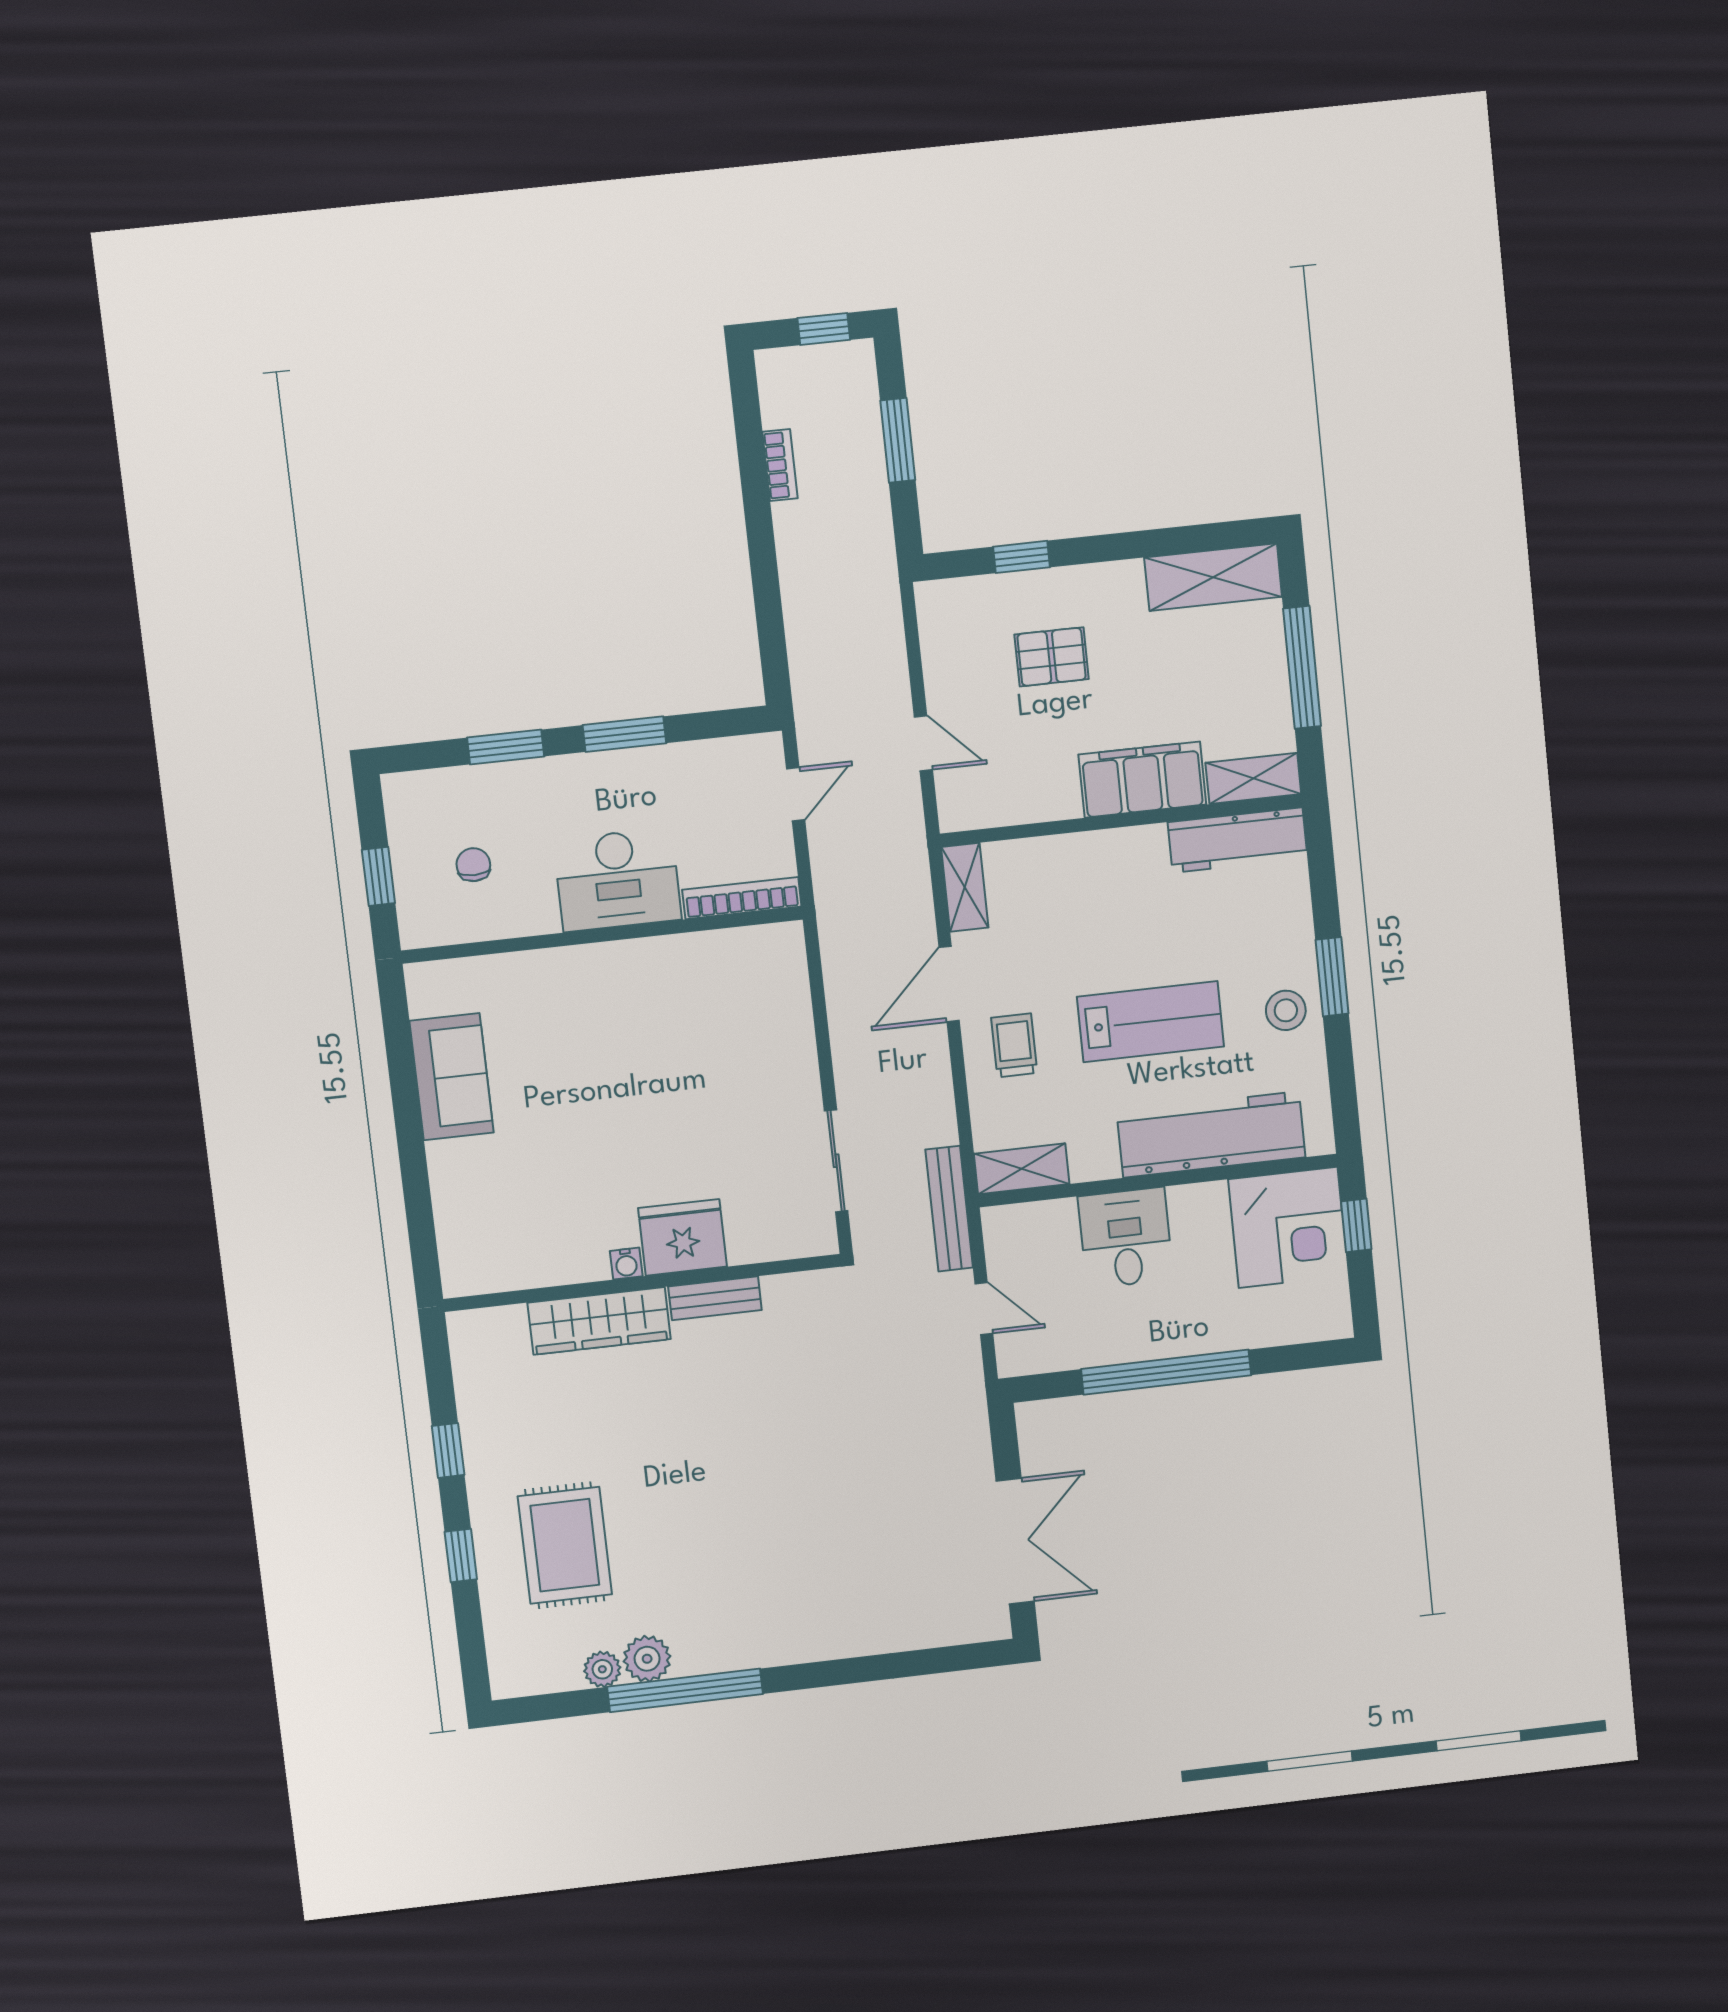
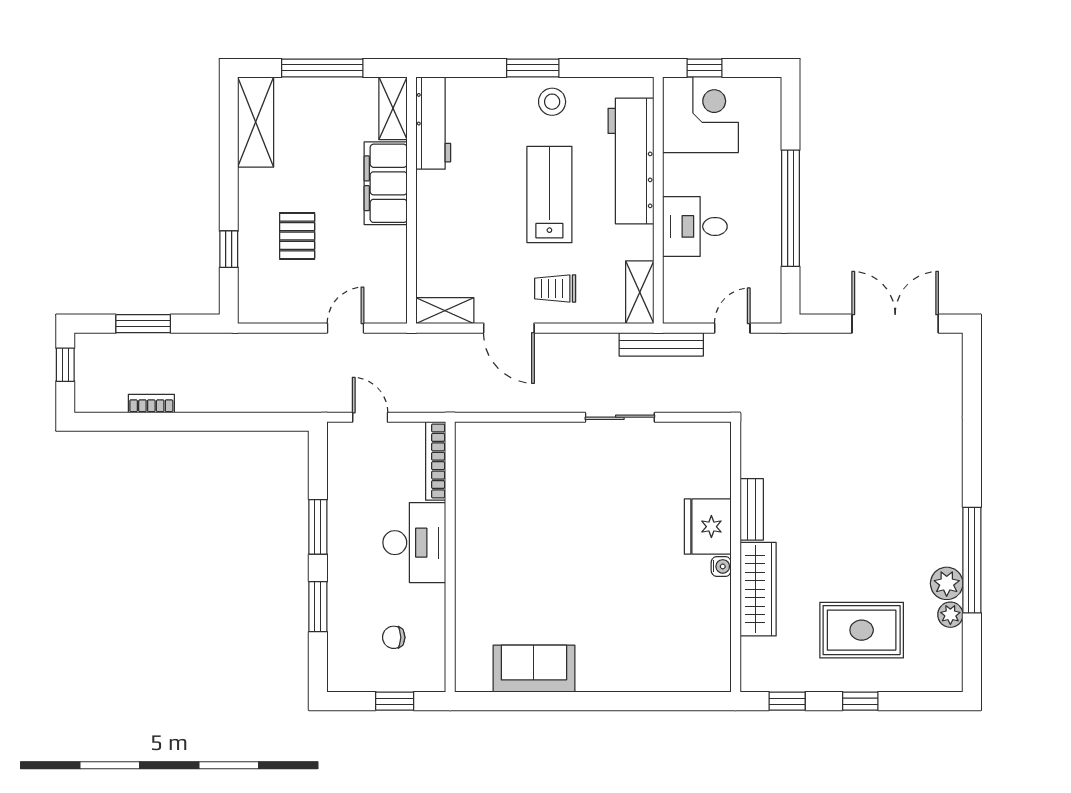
fridge: (683, 1237) -> (708, 527), moved
water cooler: (626, 1264) -> (721, 566), moved
wall: (643, 1283) -> (736, 557), moved
bench: (715, 1298) -> (752, 509), moved
wardrobe: (599, 1321) -> (758, 589), moved

